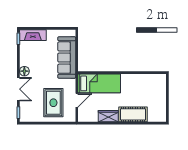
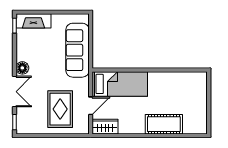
wardrobe: (108, 116) -> (105, 127), moved

